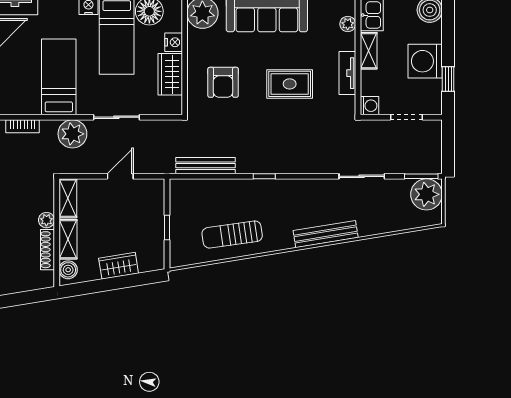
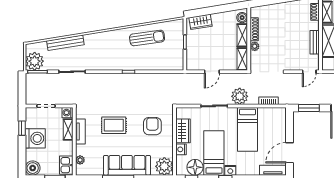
shelving: (369, 51) -> (68, 129), moved
bench: (206, 166) -> (163, 78), removed
bench: (326, 234) -> (65, 43), moved
wardrobe: (119, 266) -> (201, 22), moved

